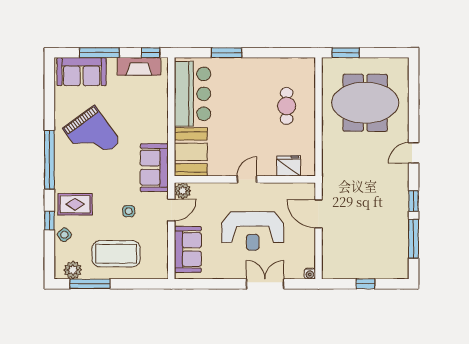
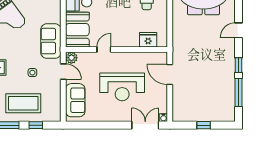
door: (247, 179) -> (104, 50), moved
door: (171, 210) -> (63, 72), hinge flipped
window: (133, 284) -> (36, 125), added
double door: (265, 284) -> (145, 125), moved

